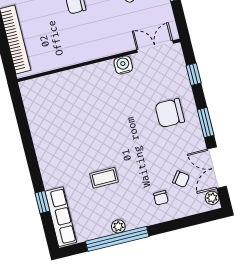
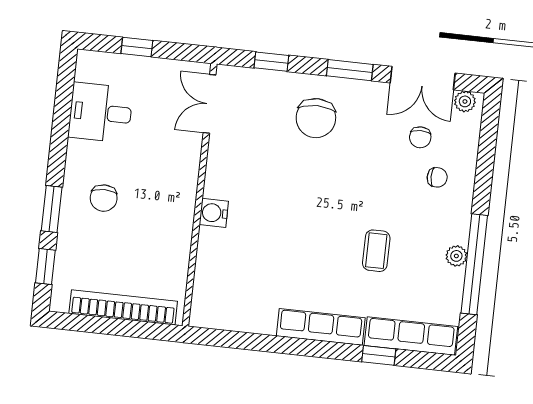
water cooler: (123, 65) -> (214, 213), moved
row of seats: (47, 161) -> (321, 327), added
chair: (181, 179) -> (420, 137), turned 143

